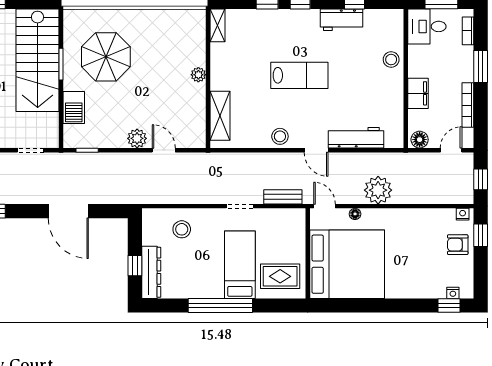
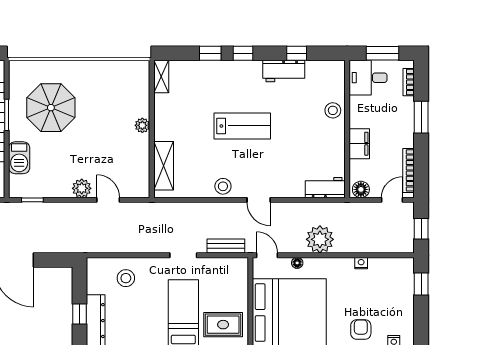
bookcase: (468, 105) -> (409, 170), moved
workbench: (356, 138) -> (325, 188), moved, width x0.73
nightstand: (463, 214) -> (361, 263), moved
armchair: (458, 245) -> (361, 329), moved, turned 90

